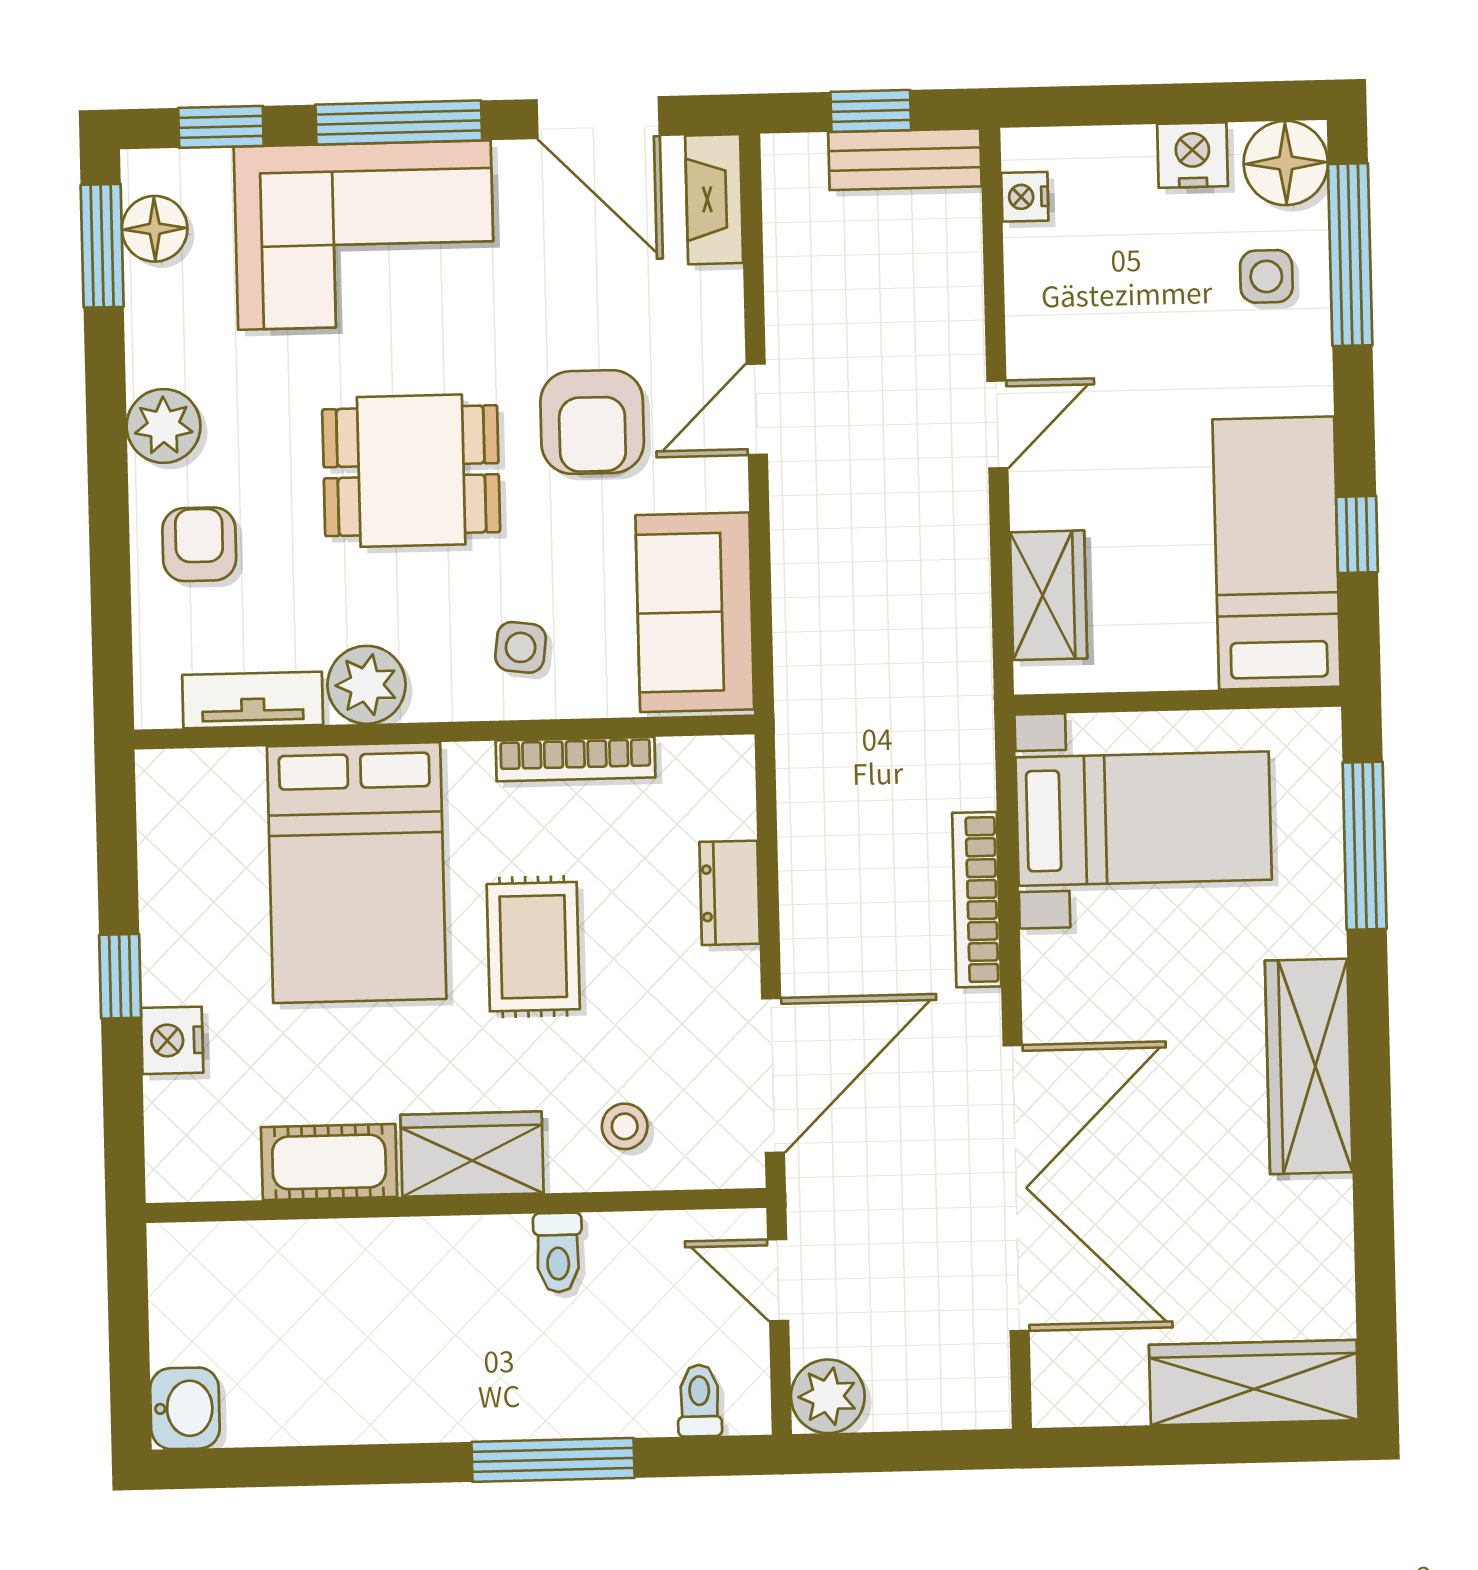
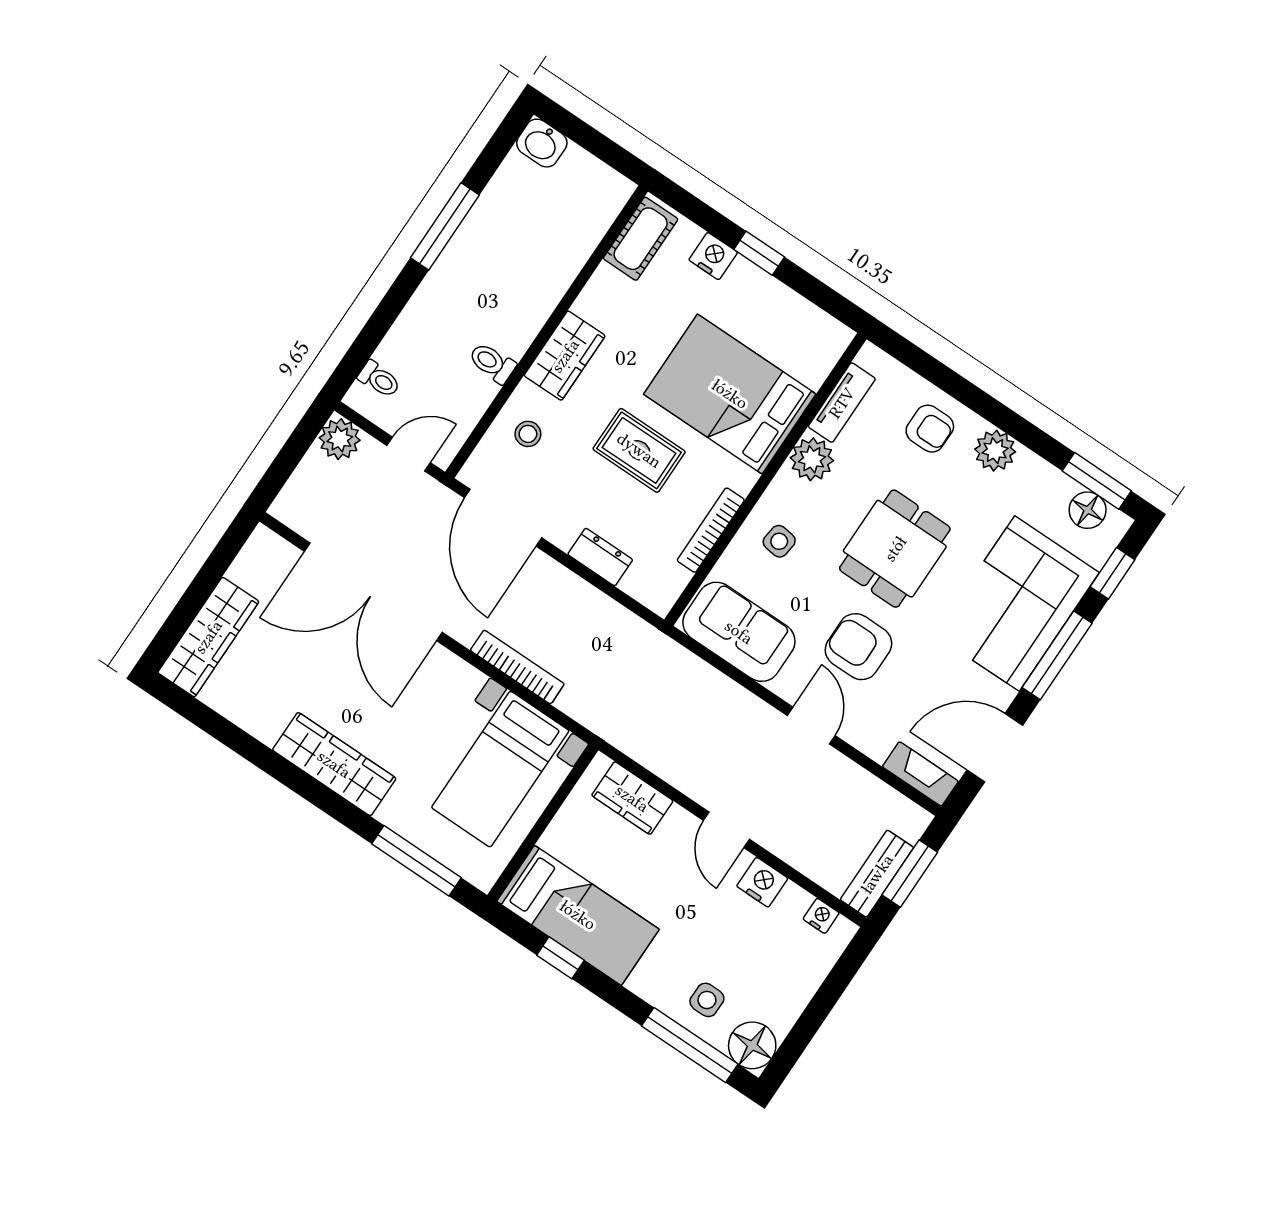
window: (871, 111) -> (910, 874), width x1.50
nightstand: (1193, 155) -> (762, 882), moved, turned -90
cot: (329, 1162) -> (641, 239), moved
window: (553, 1460) -> (445, 226), moved

